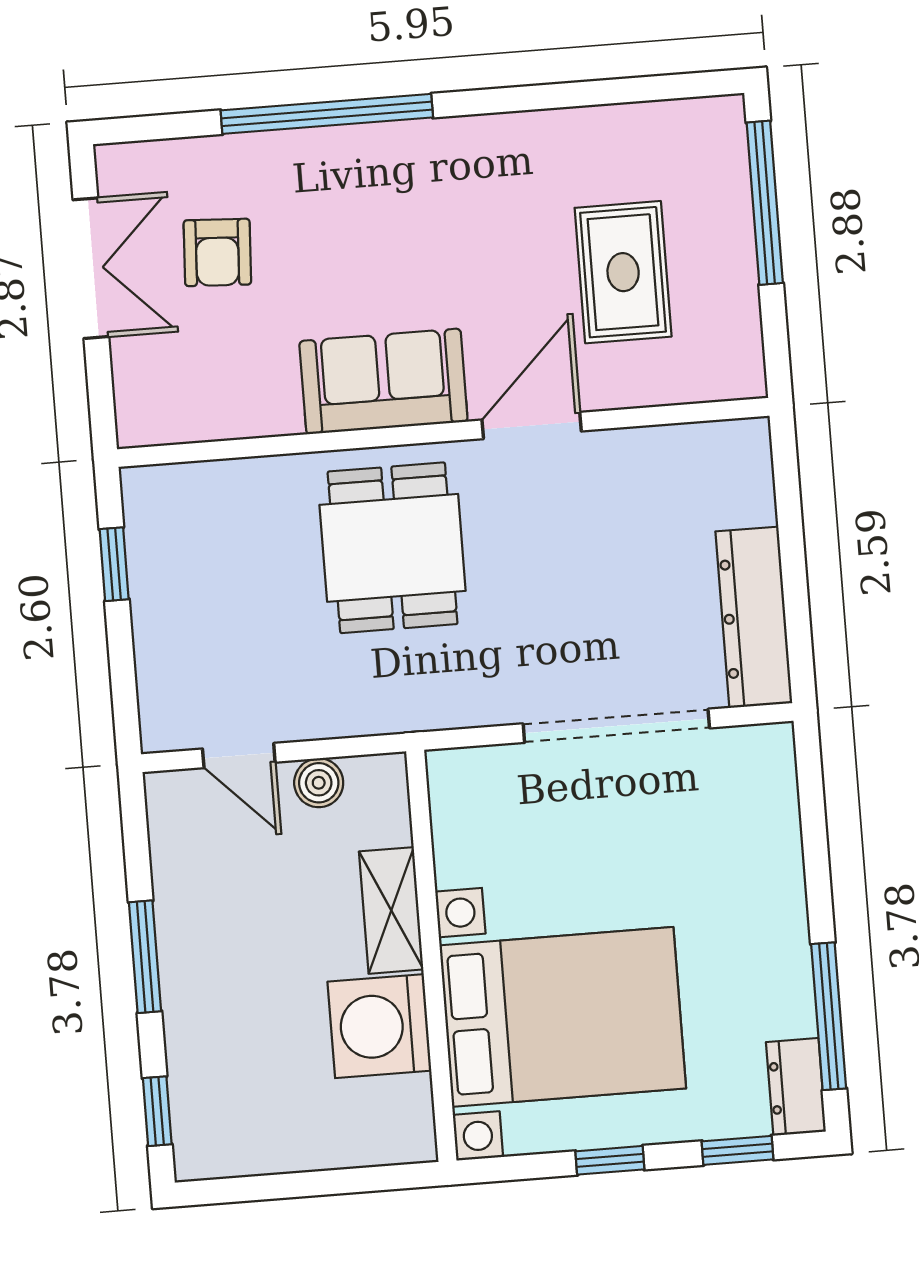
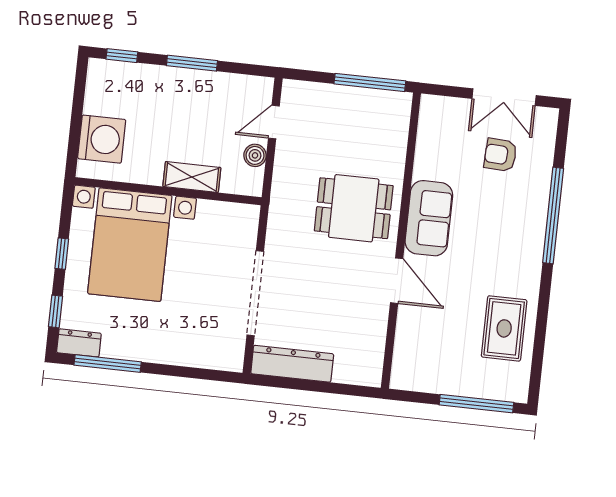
rug: (623, 272) -> (504, 328), moved, turned 90
window: (114, 564) -> (370, 82), width x2.17
washing machine: (379, 1026) -> (102, 139), moved, turned 90

